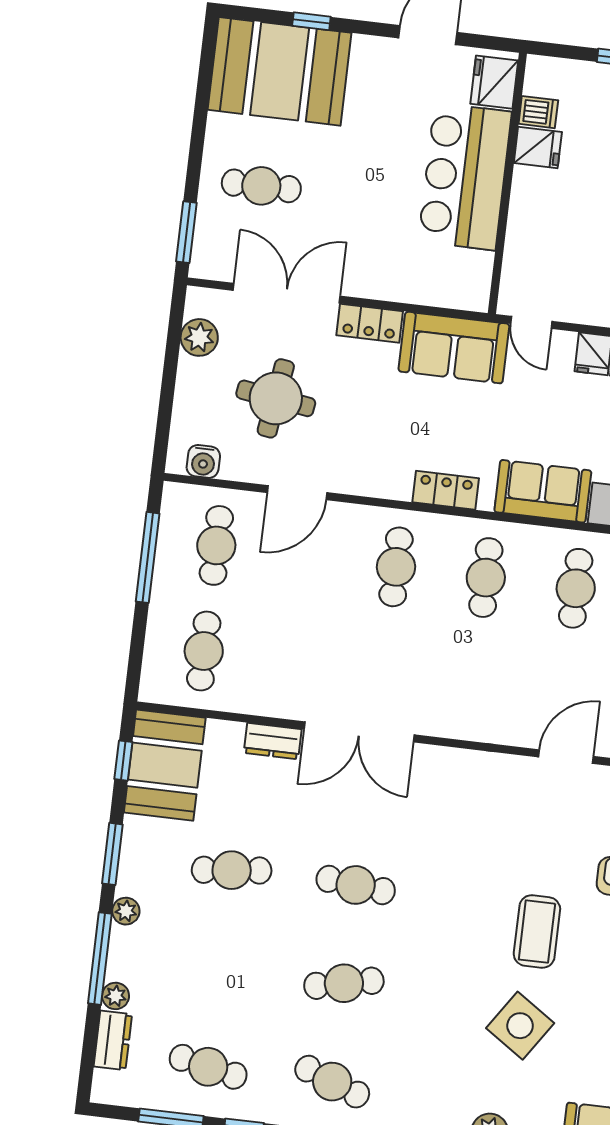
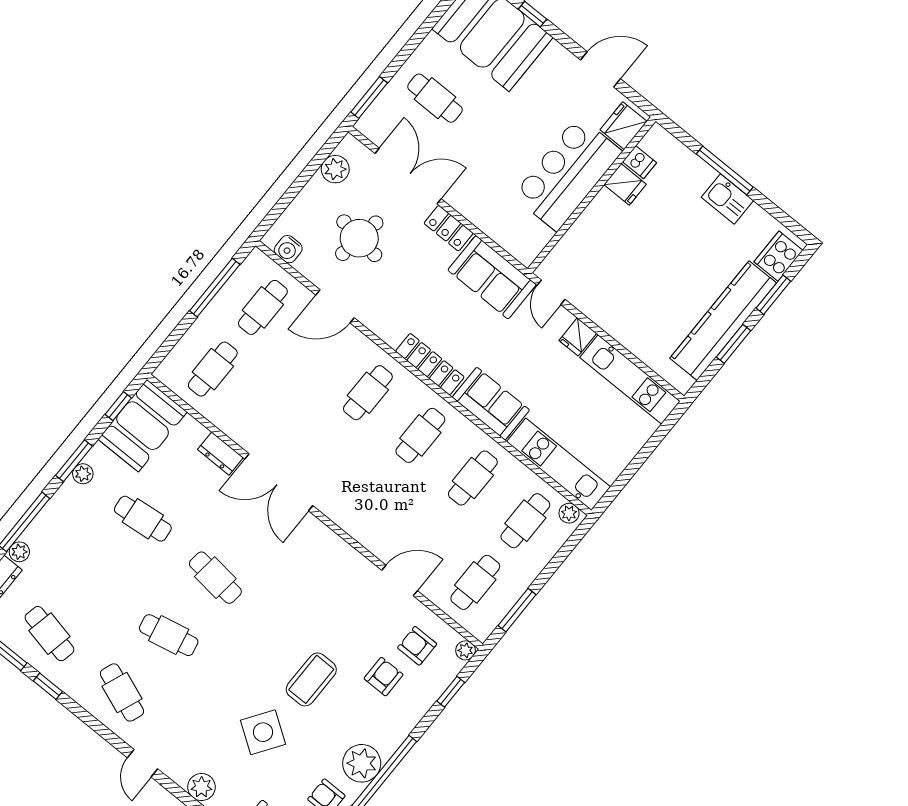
locker: (446, 490) -> (430, 364), width x1.53
plant: (126, 911) -> (83, 474), moved

